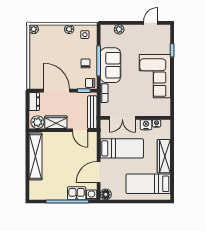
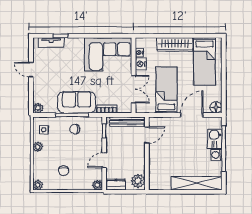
door: (151, 23) -> (31, 70), moved
plant: (119, 29) -> (38, 108), moved
tv unit: (166, 42) -> (51, 42), added
corner sofa: (155, 76) -> (108, 54), moved
chair: (90, 83) -> (64, 171), moved
plant: (34, 84) -> (97, 185), added
door: (57, 91) -> (104, 160), width x0.53
wardrobe: (56, 122) -> (138, 161), removed
shelving: (35, 156) -> (197, 183), moved
door: (99, 172) -> (192, 115), swing flipped
washing machine: (92, 195) -> (216, 155), moved

